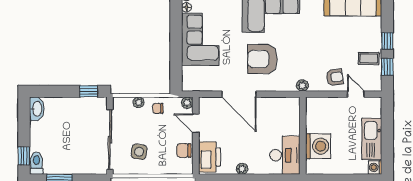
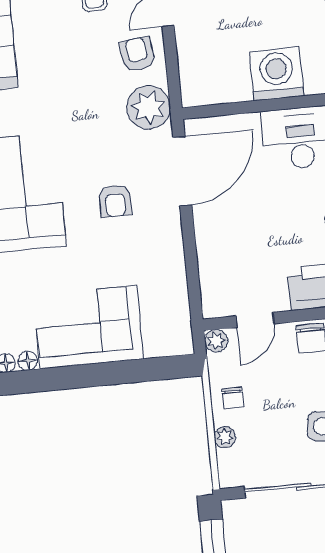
armchair: (262, 59) -> (115, 201), width x0.53, depth x0.53
plant: (302, 85) -> (149, 107), width x1.88, depth x1.88
door: (239, 94) -> (182, 171), moved

